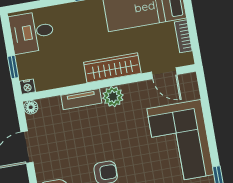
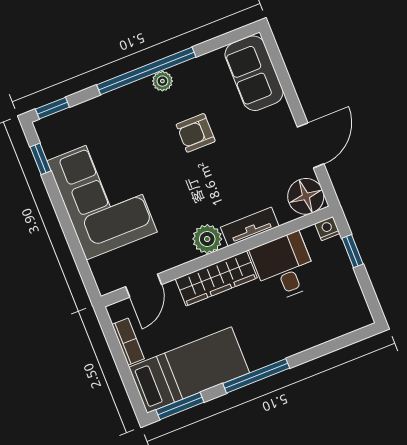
desk: (32, 32) -> (284, 267), moved, turned -90
door: (164, 73) -> (144, 286), swing flipped
floor lamp: (31, 107) -> (306, 196), width x1.89, depth x1.89

